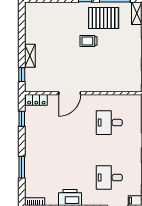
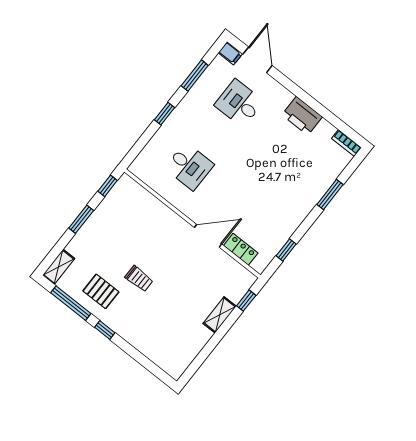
pallet: (104, 18) -> (101, 291), width x0.67, depth x0.71
locker: (36, 100) -> (241, 249), moved
desk: (109, 178) -> (239, 103), turned 180

